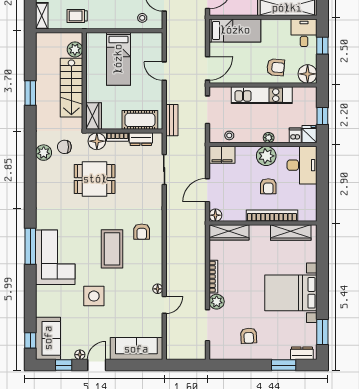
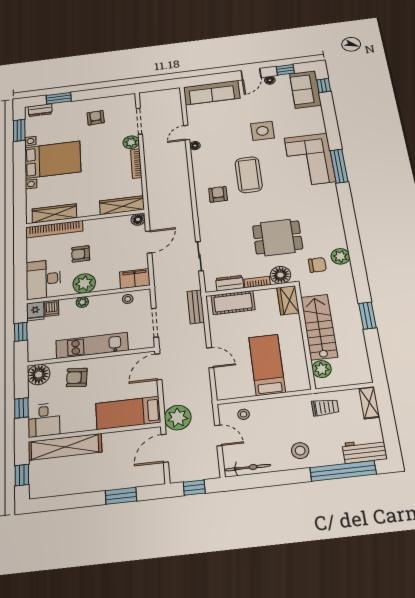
plant: (195, 22) -> (178, 418), added
armchair: (268, 186) -> (81, 254), turned -90
bookcase: (272, 216) -> (54, 229), moved

